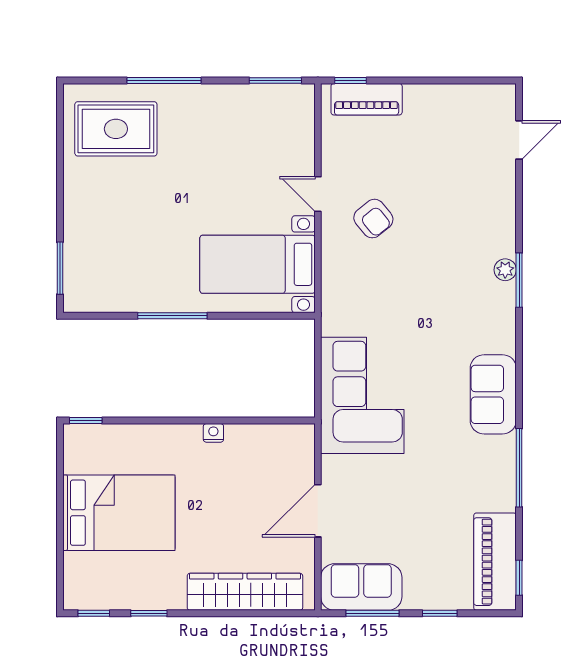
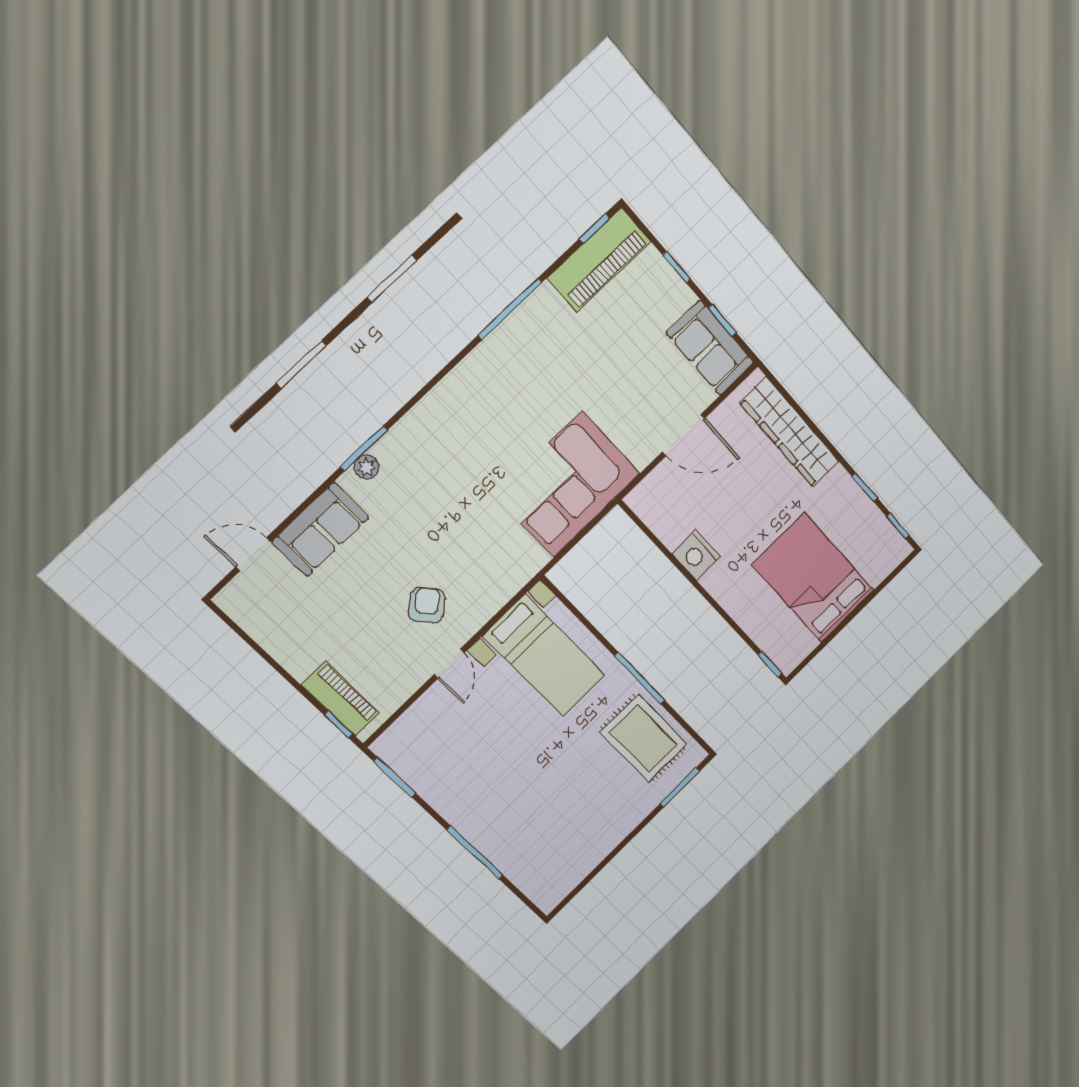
rug: (116, 129) -> (644, 738), moved
sofa: (493, 394) -> (320, 529), moved
nightstand: (213, 433) -> (696, 555), width x1.89, depth x1.79
window: (372, 613) -> (722, 320), width x0.67

